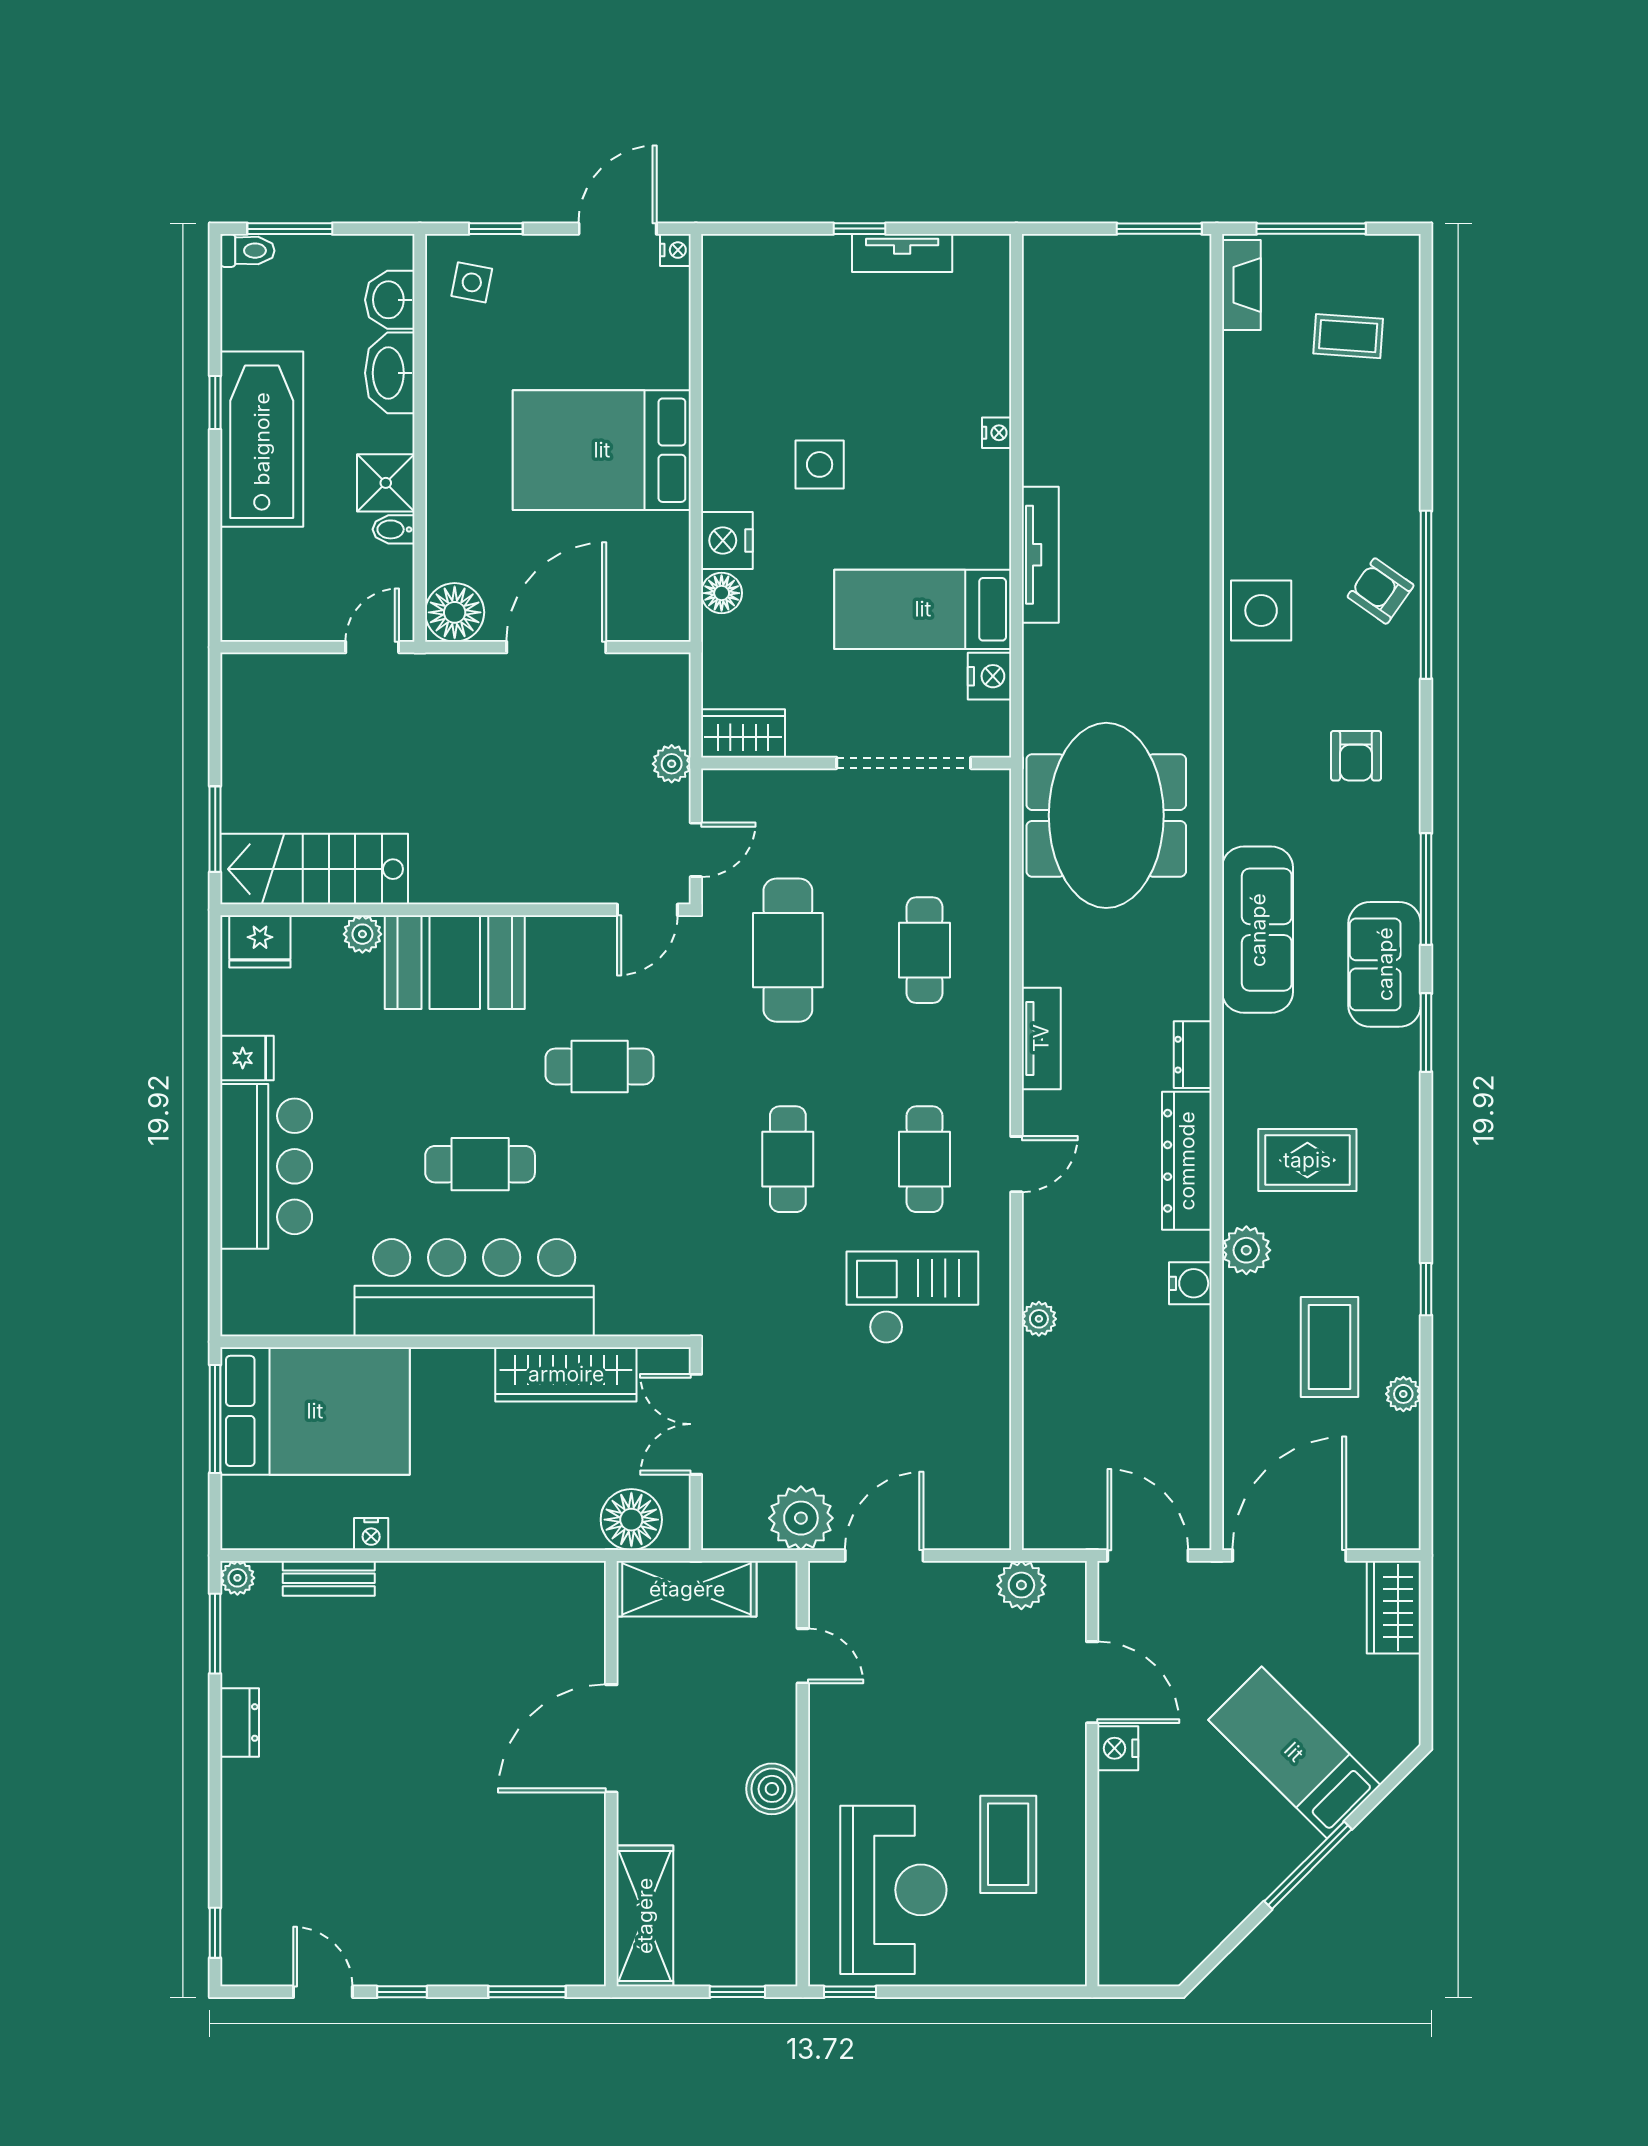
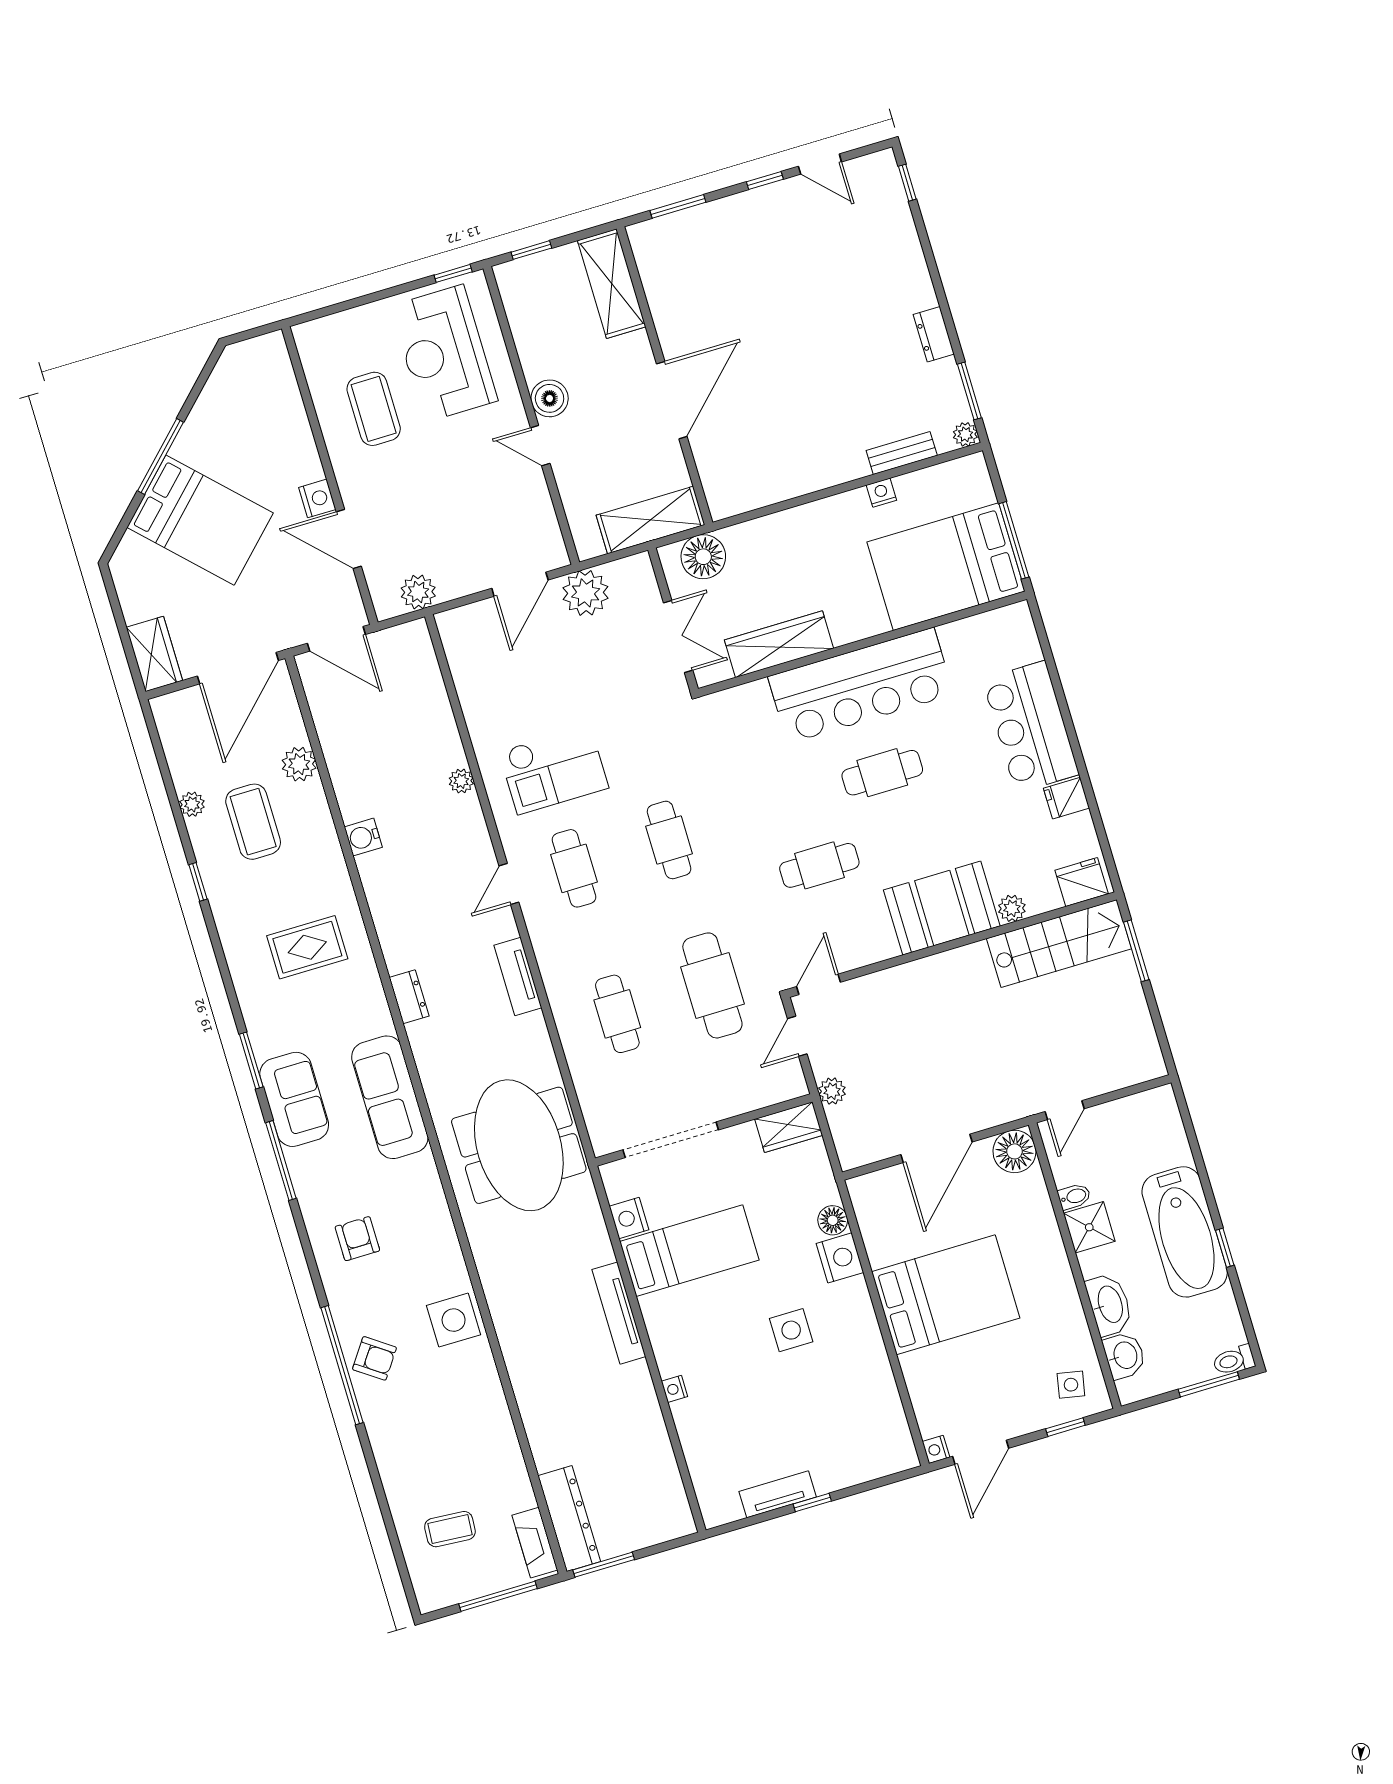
dresser: (1187, 1161) -> (569, 1519), moved
plant: (1246, 1250) -> (299, 764), moved
door: (803, 1656) -> (540, 446), moved
bed: (1294, 1752) -> (200, 520), width x1.50

